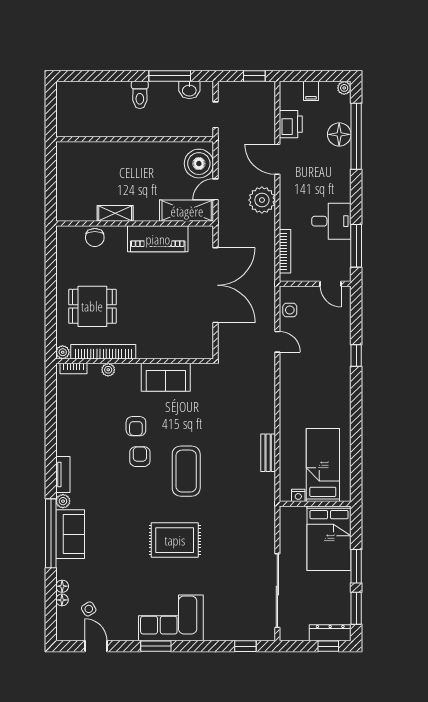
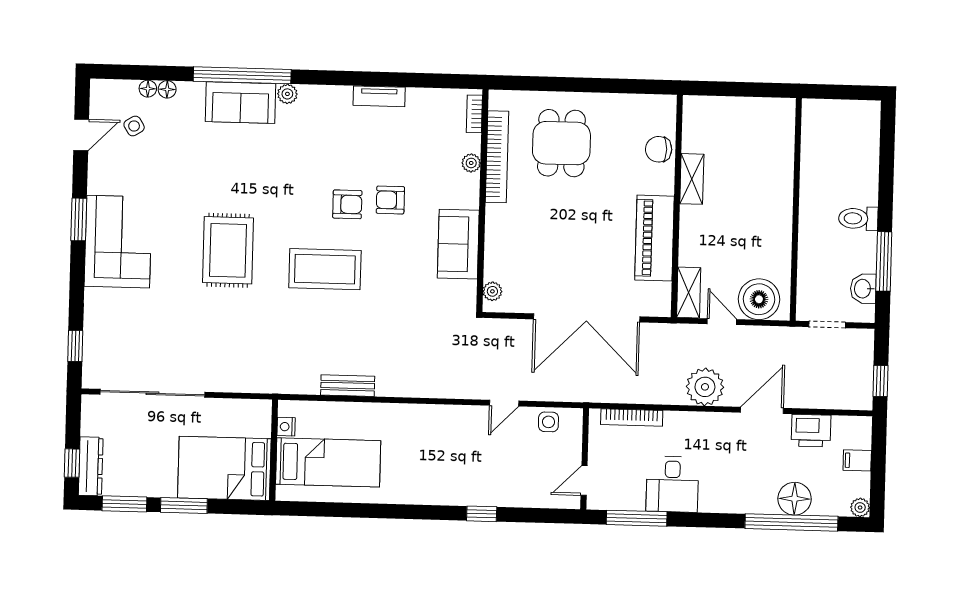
shelving: (187, 211) -> (689, 293), width x0.67, depth x0.75
plant: (63, 352) -> (492, 291), moved
tv unit: (63, 474) -> (379, 96), moved

